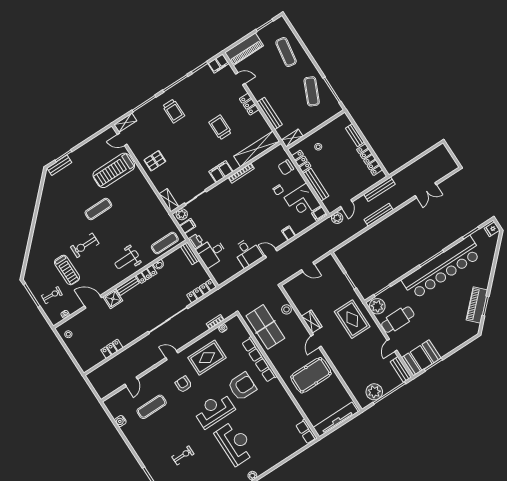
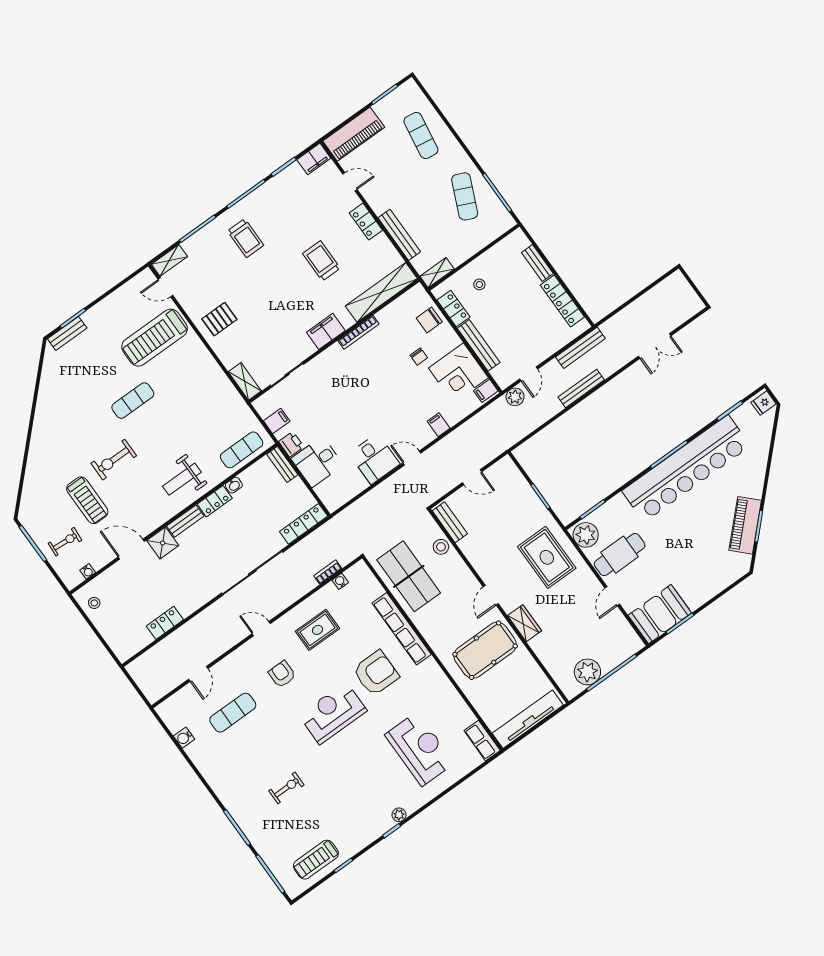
plant: (182, 214) -> (266, 403), removed
wardrobe: (312, 321) -> (525, 623), moved
rug: (207, 358) -> (318, 630), width x0.73, depth x0.70
bench: (401, 369) -> (450, 522), moved
reception desk: (235, 443) -> (420, 749), moved

